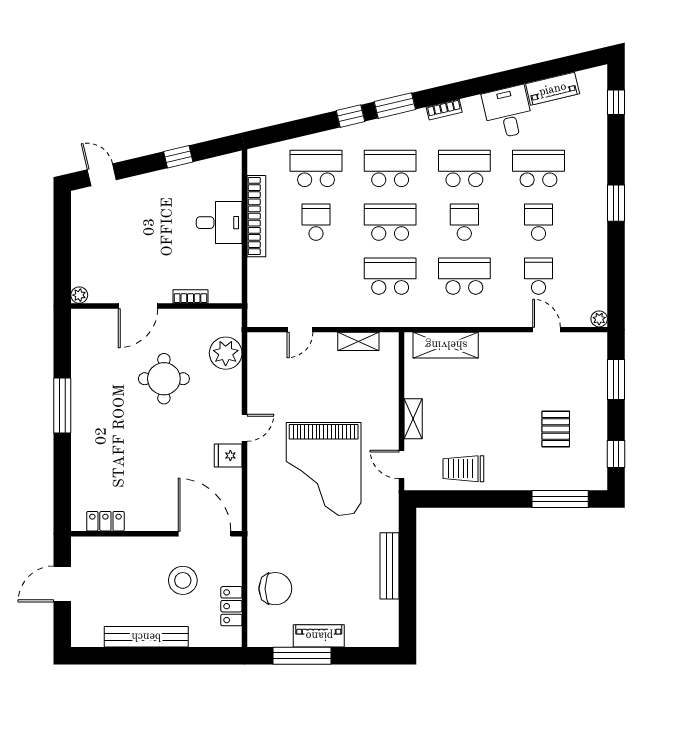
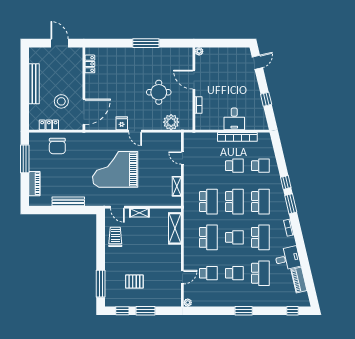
school desk: (316, 168) -> (260, 166), width x0.54
window: (616, 380) -> (146, 311), moved
door: (401, 464) -> (117, 207), swing flipped
piano: (319, 636) -> (34, 184), moved

